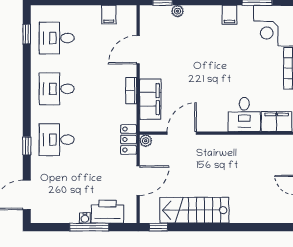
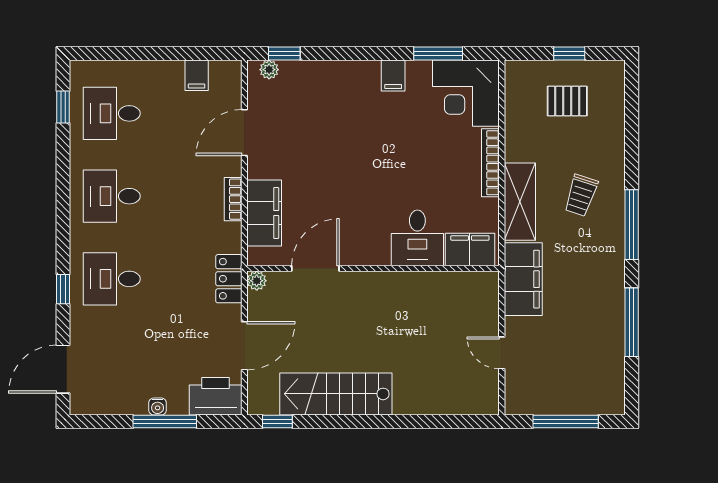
plant: (177, 11) -> (269, 70), moved
printer: (107, 212) -> (216, 396), moved

